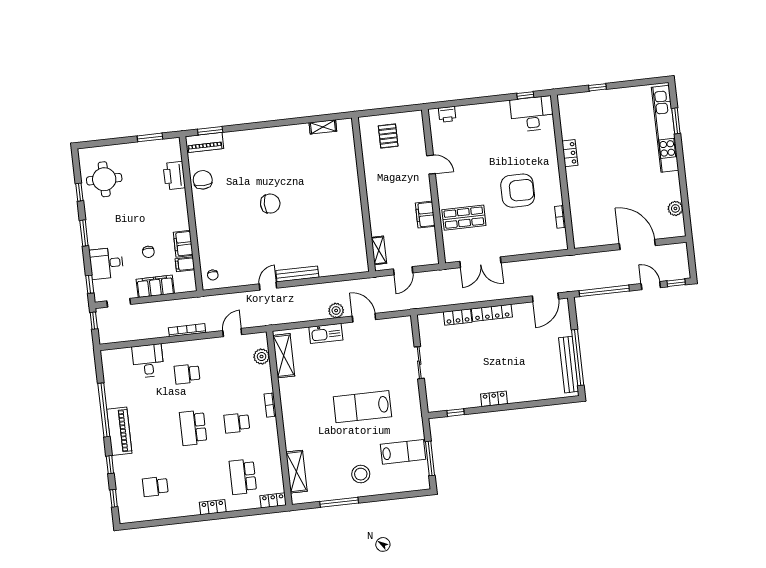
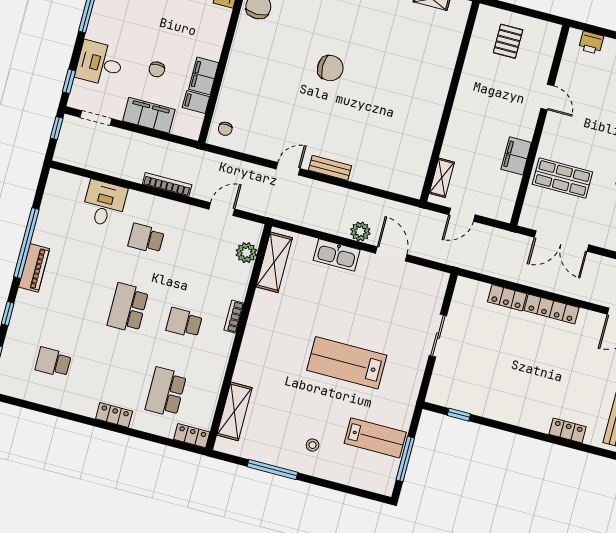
bench: (297, 274) -> (330, 168), width x0.73
locker: (494, 399) -> (568, 431), moved
piano: (119, 431) -> (34, 268), width x0.73, depth x0.75
stool: (361, 474) -> (313, 445), width x0.53, depth x0.53

